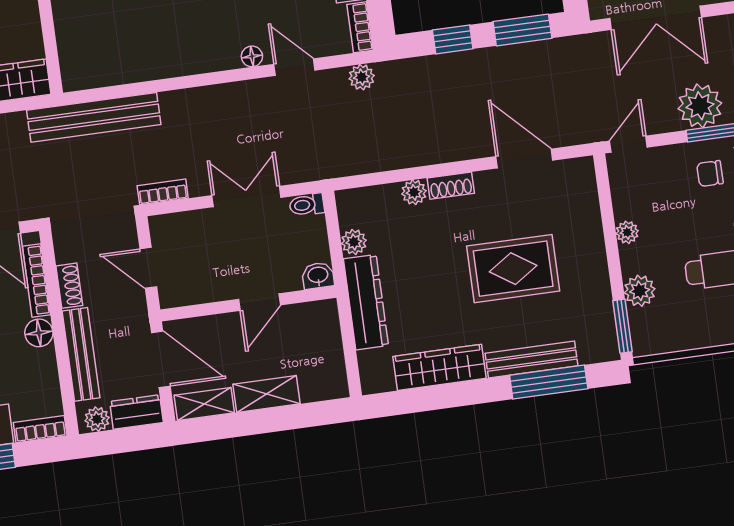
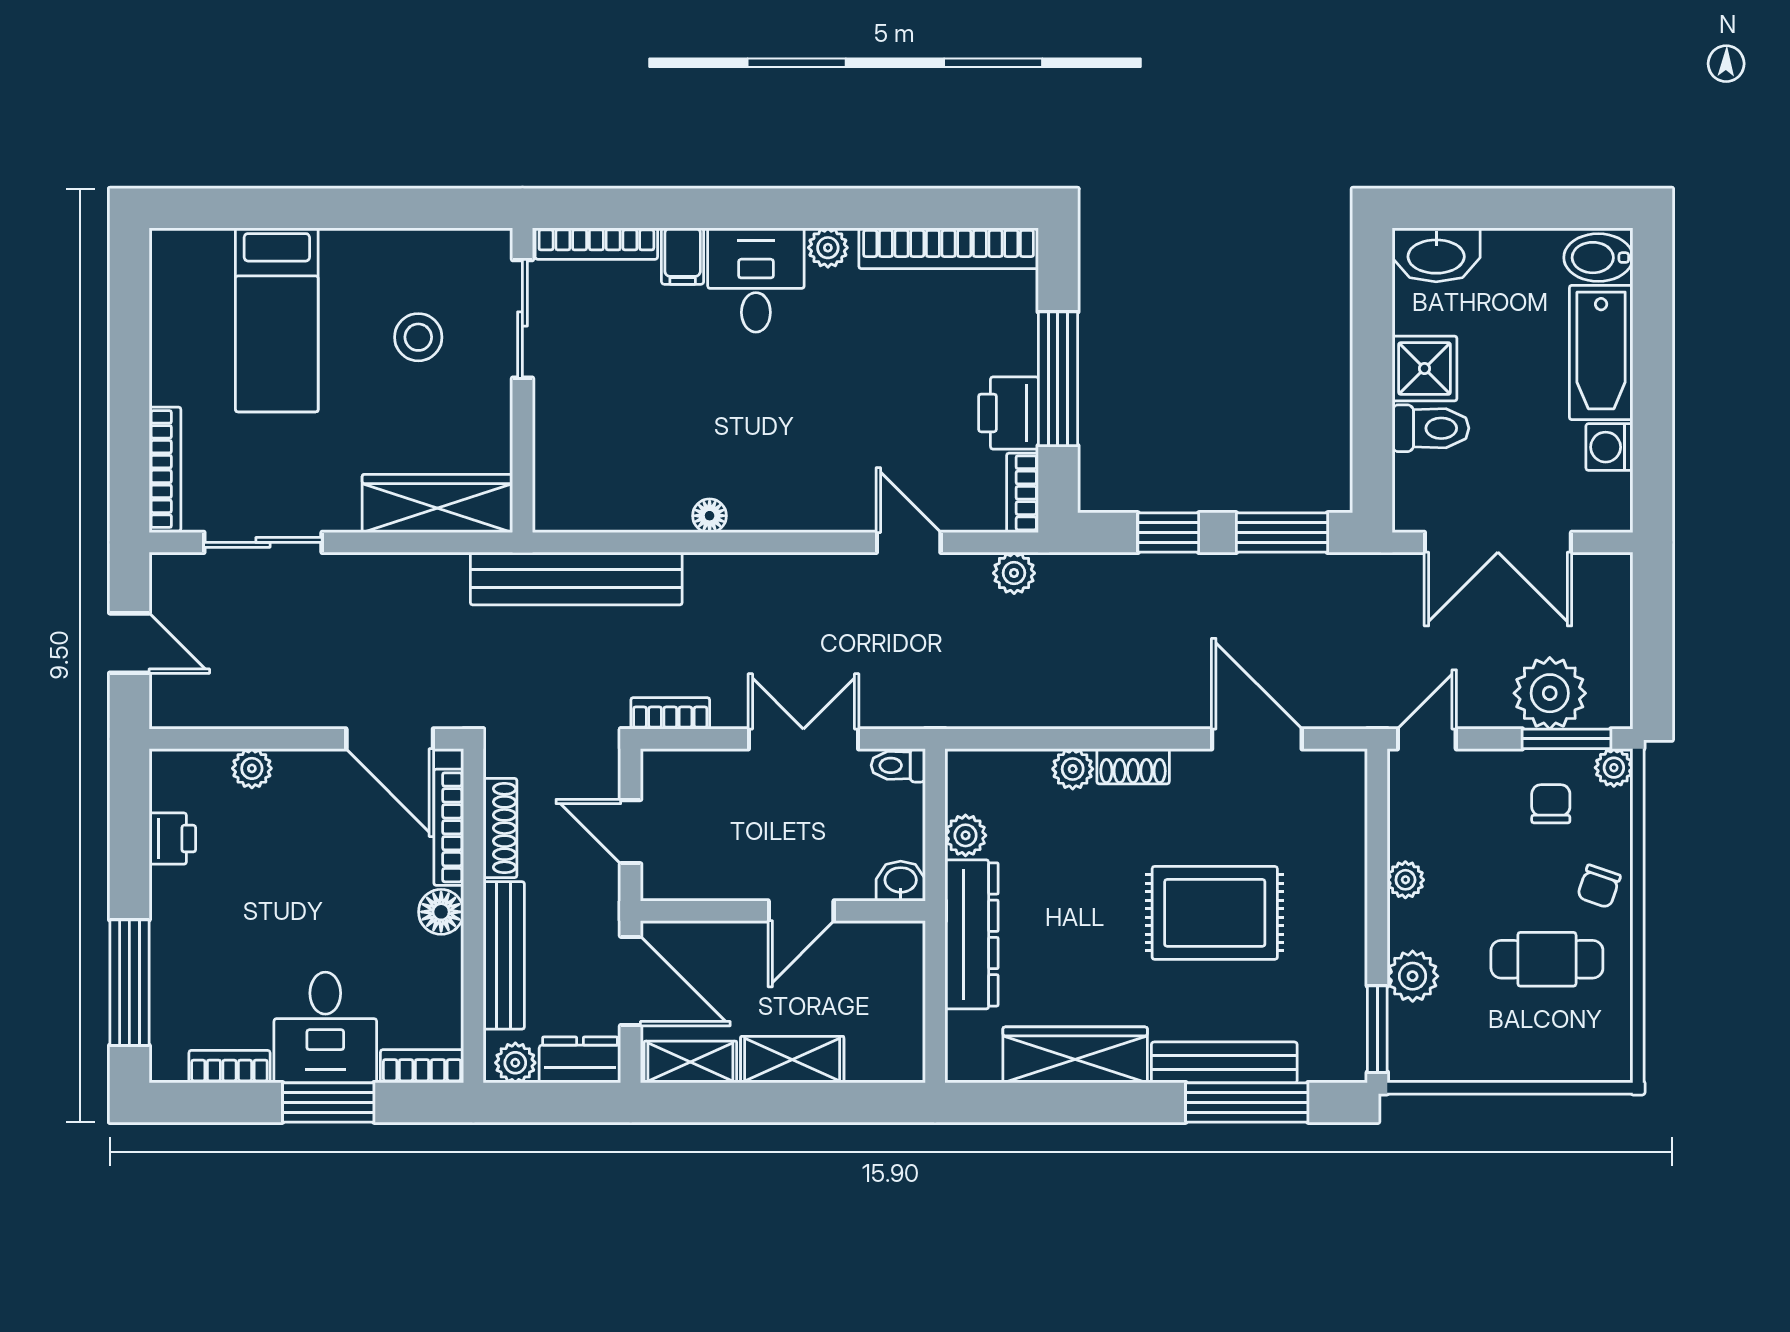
floor lamp: (252, 56) -> (710, 516), moved
chair: (710, 174) -> (1551, 804), turned 90
shoe rack: (69, 286) -> (500, 828), width x1.43

